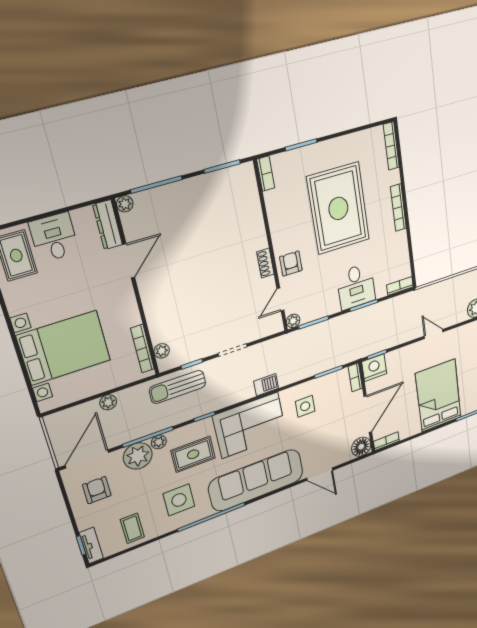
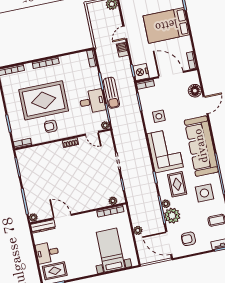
armchair: (291, 264) -> (51, 126), moved
desk: (356, 286) -> (92, 101), moved
bed with nightstands: (64, 348) -> (111, 250), width x0.73
barbecue: (266, 385) -> (122, 50), moved
sun lounger: (178, 387) -> (111, 93), moved
floor lamp: (361, 447) -> (195, 91), moved

